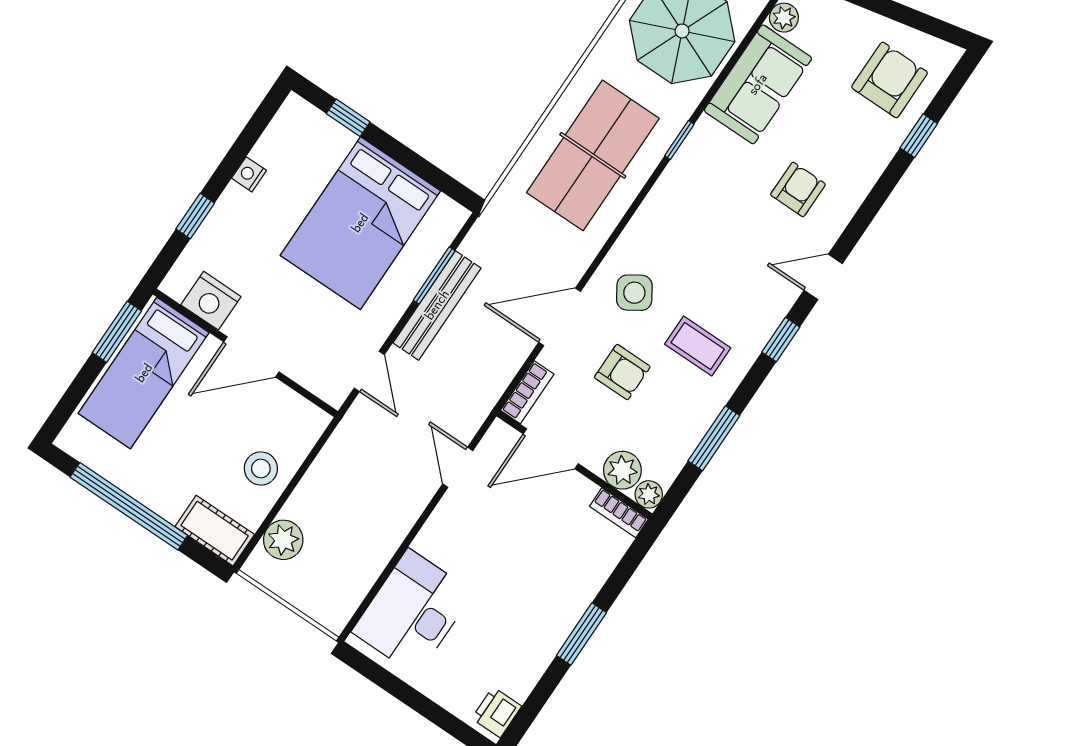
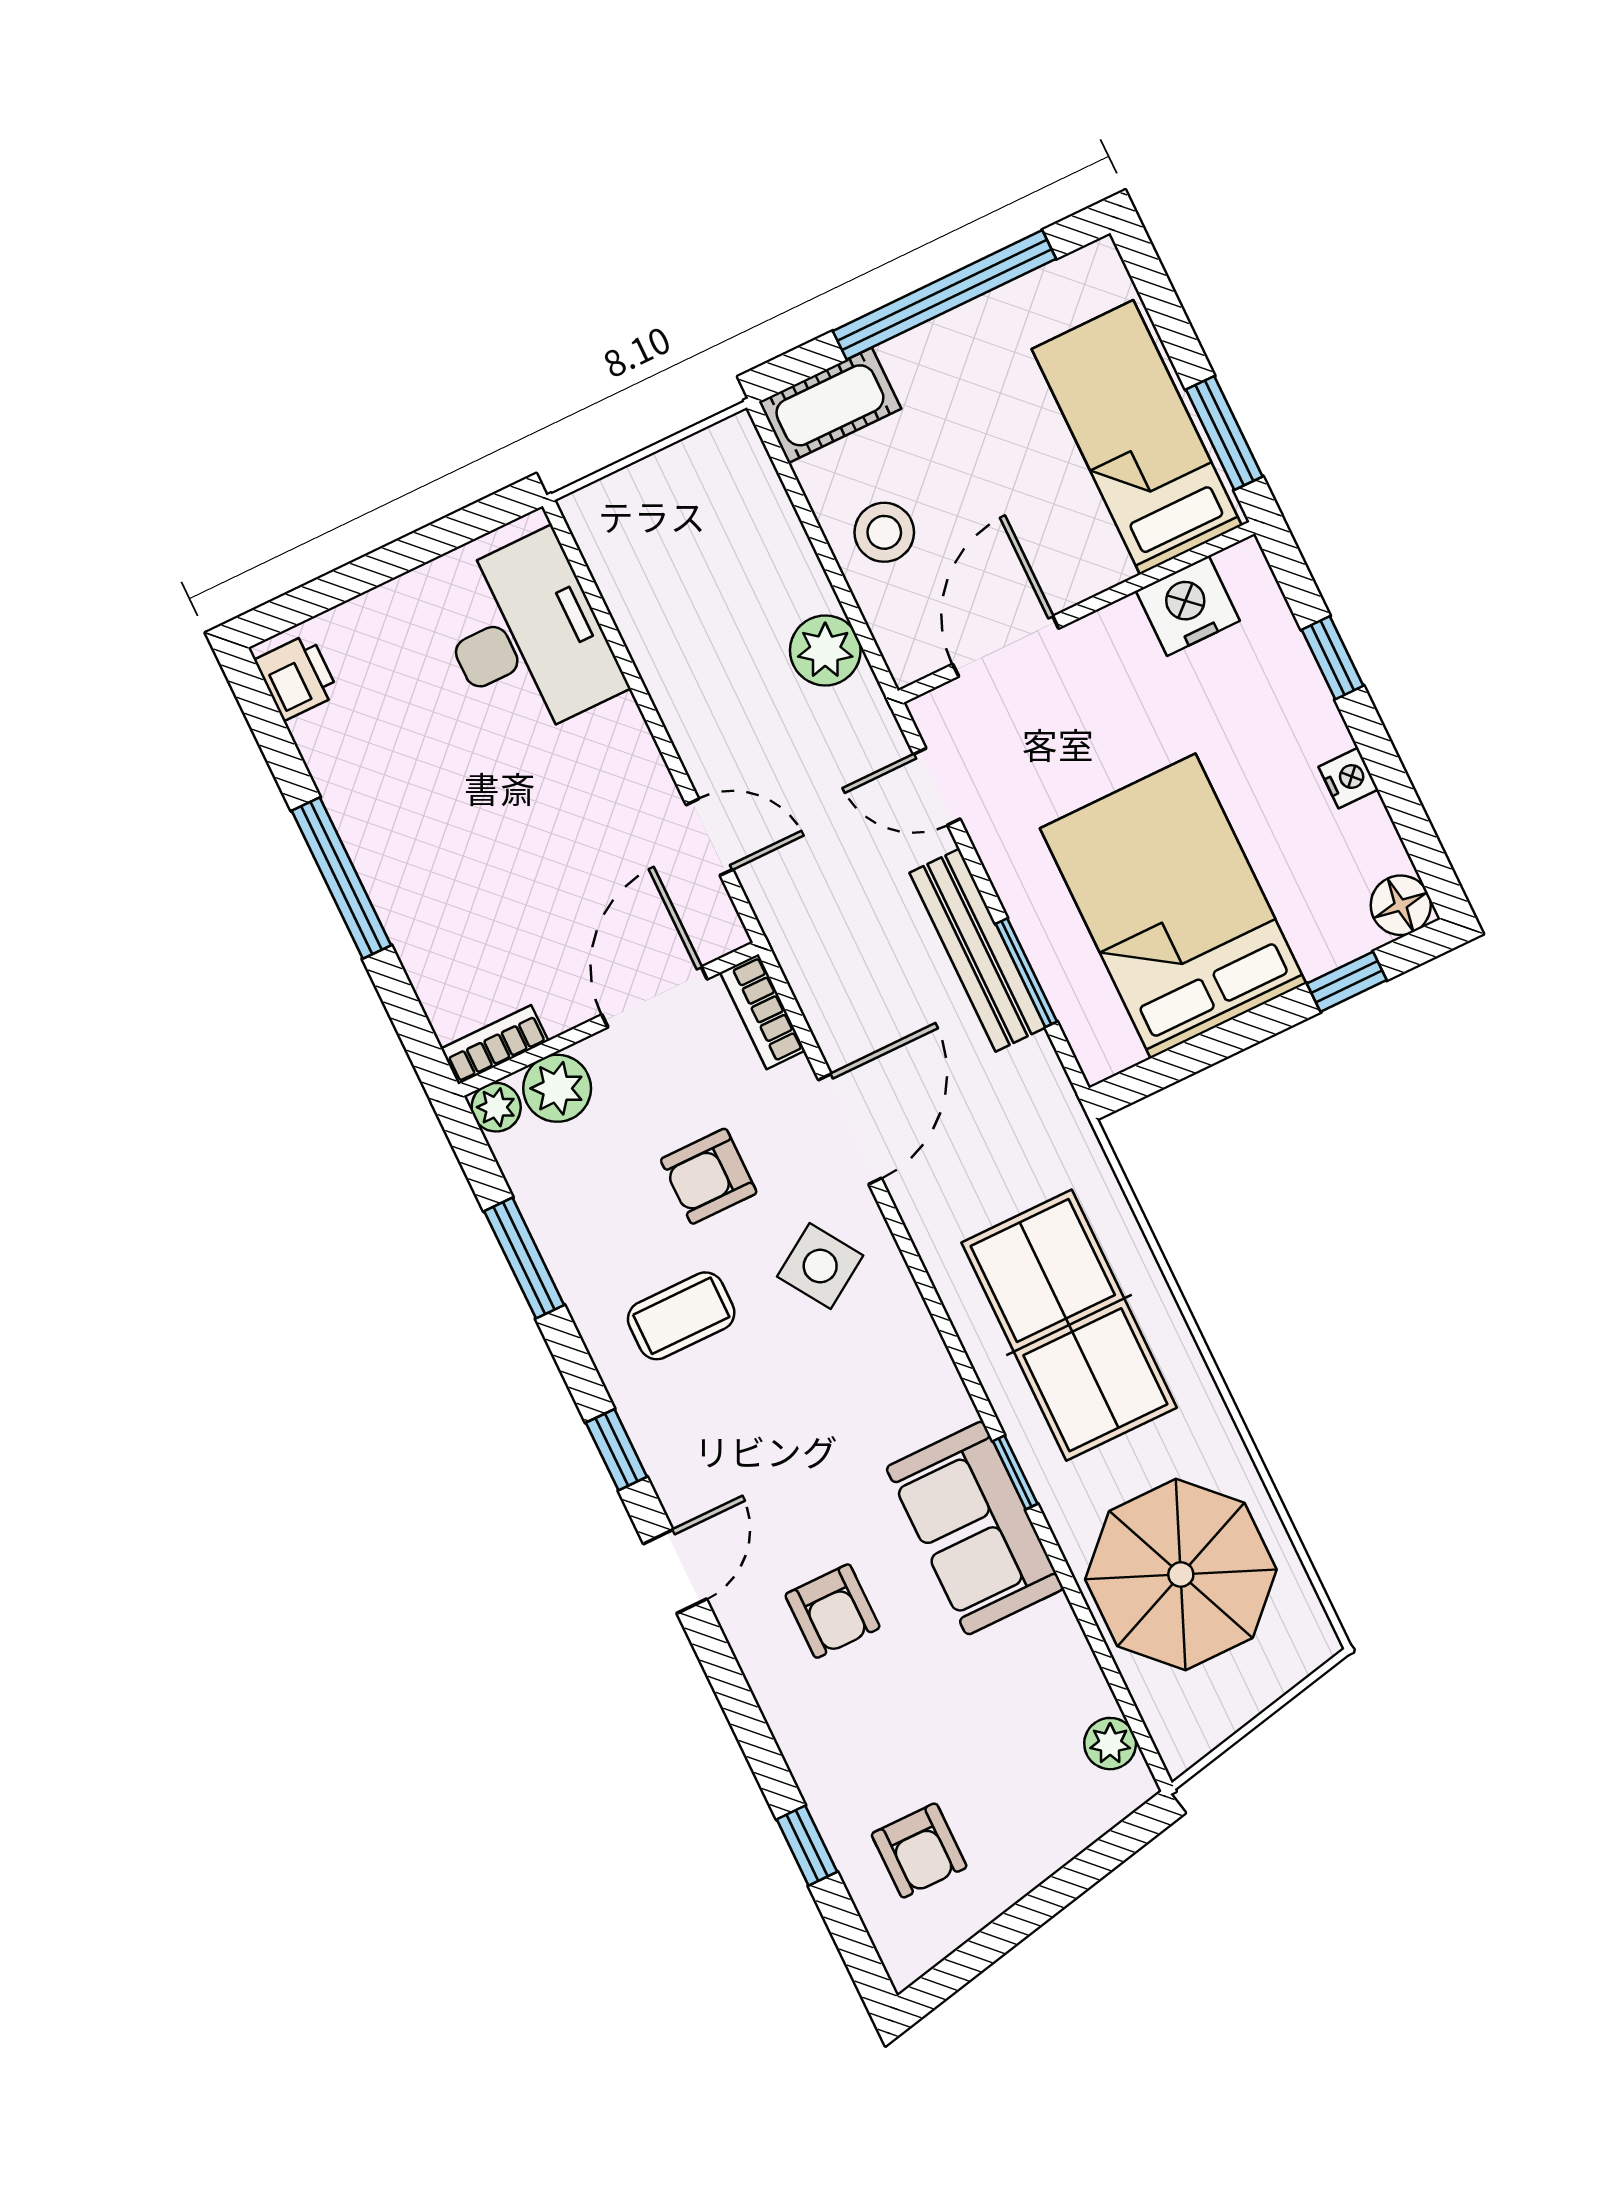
armchair: (890, 80) -> (919, 1851), width x0.72, depth x0.72
sofa: (758, 84) -> (975, 1528), moved
floor lamp: (296, 113) -> (1401, 905), added
door: (251, 357) -> (1006, 646), moved
plant: (283, 540) -> (825, 650), moved
window: (581, 634) -> (341, 878), width x1.44

